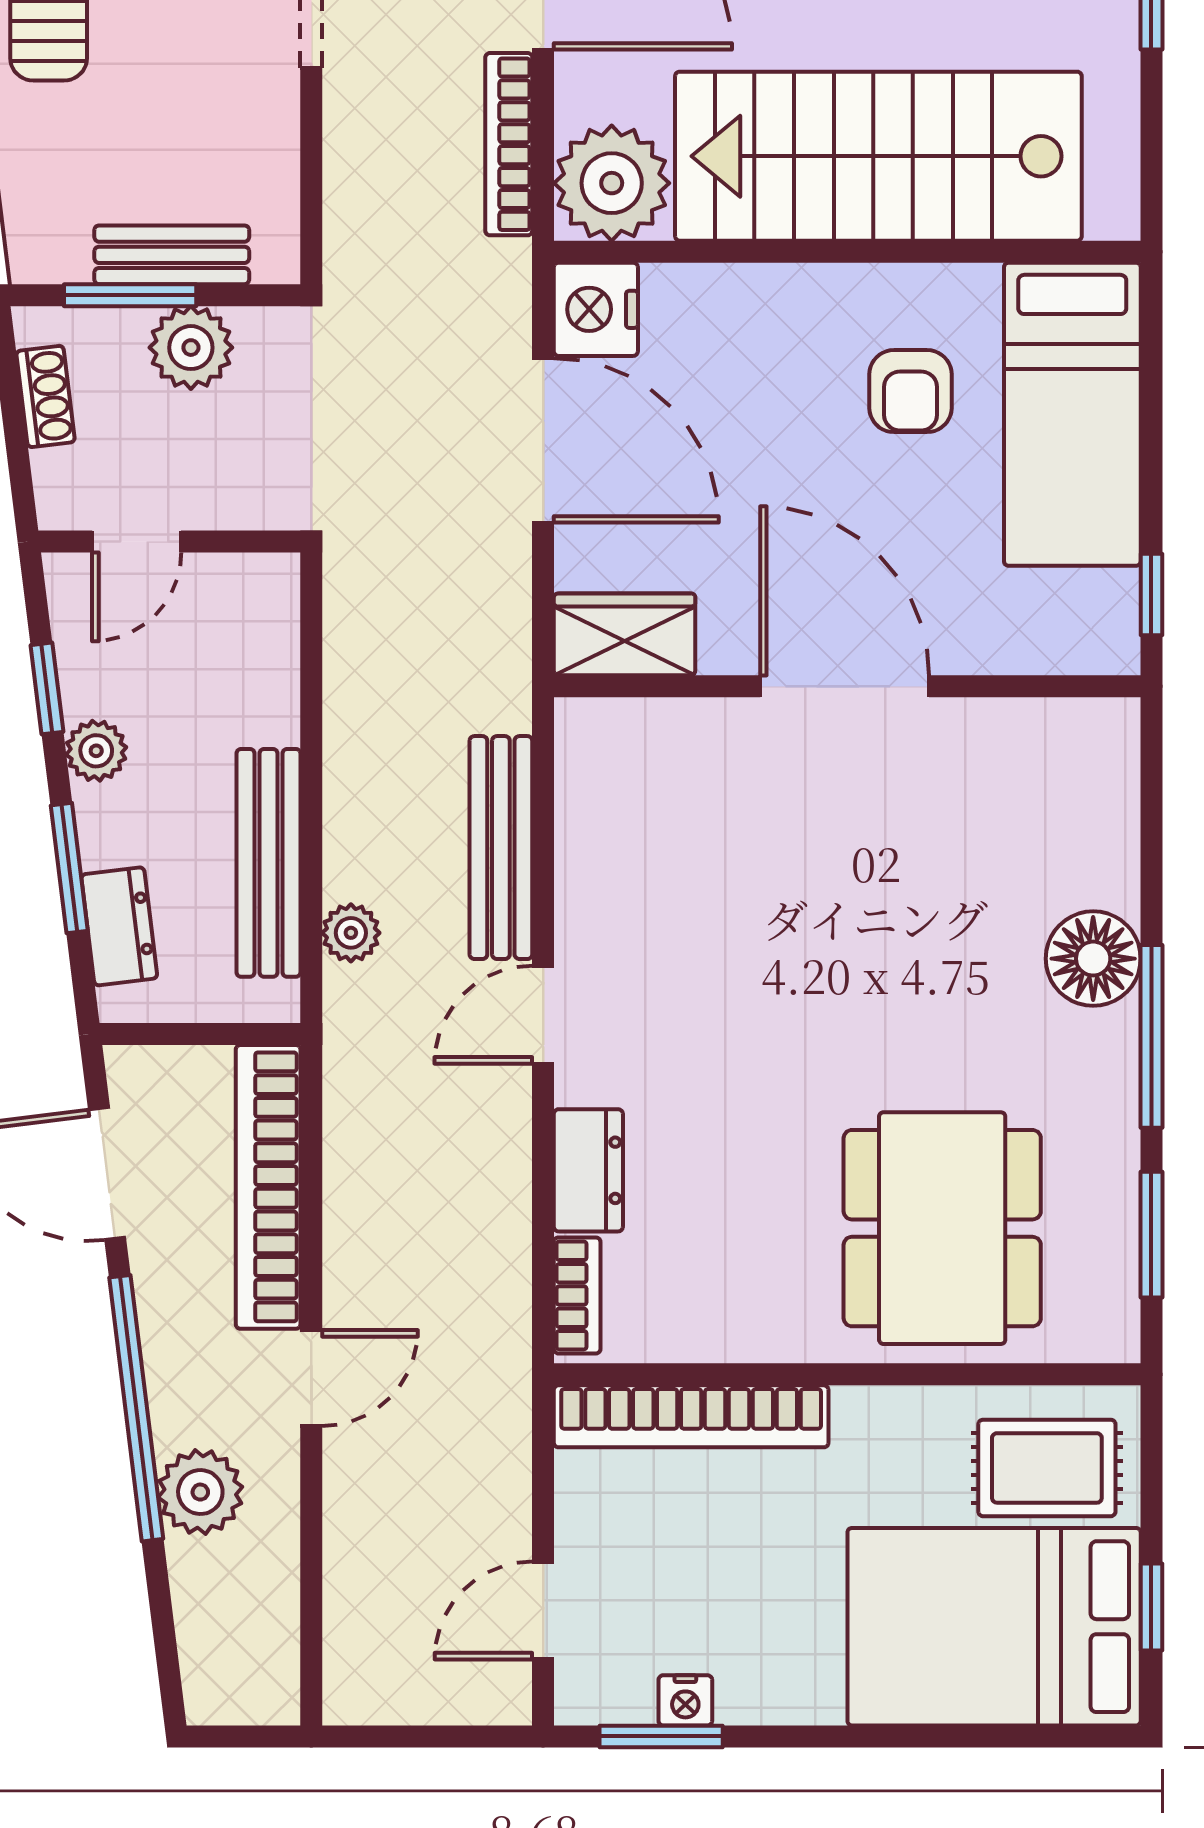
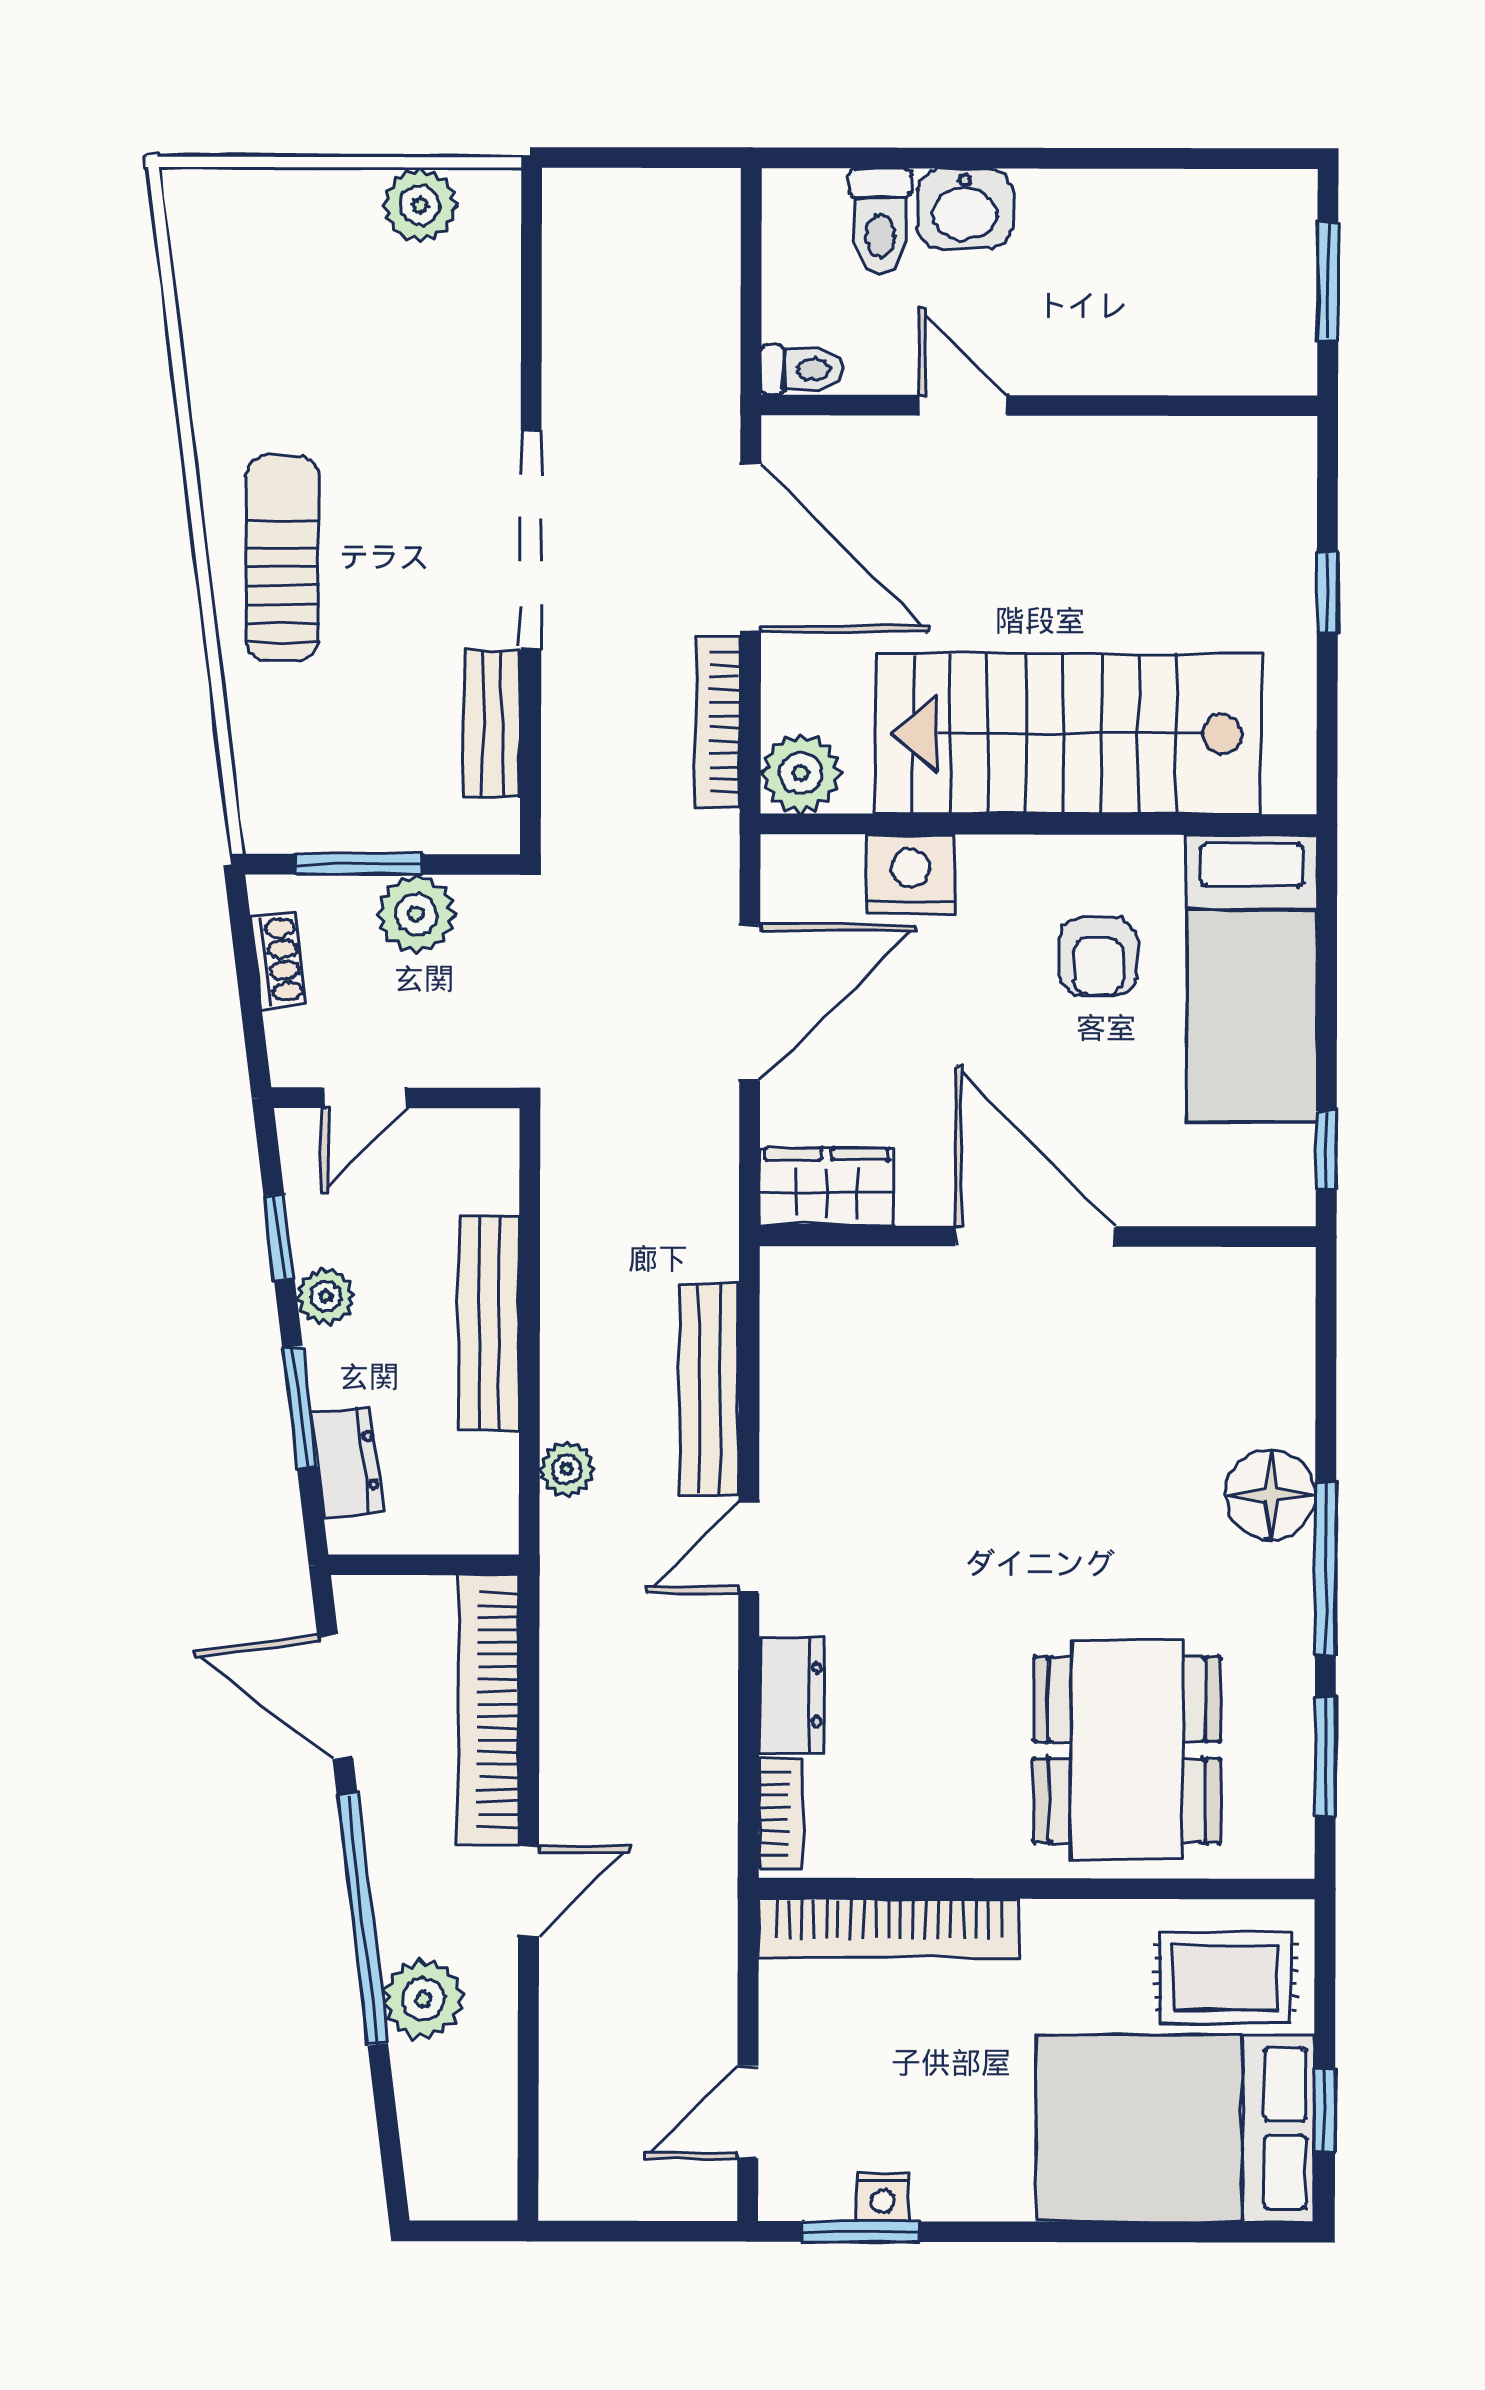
plant: (612, 183) -> (801, 773), width x0.73, depth x0.73
bench: (172, 255) -> (492, 724), moved, turned 90
nightstand: (596, 309) -> (910, 874), moved, turned 90
door: (543, 440) -> (750, 1003), hinge flipped
bench: (268, 863) -> (489, 1323), moved

